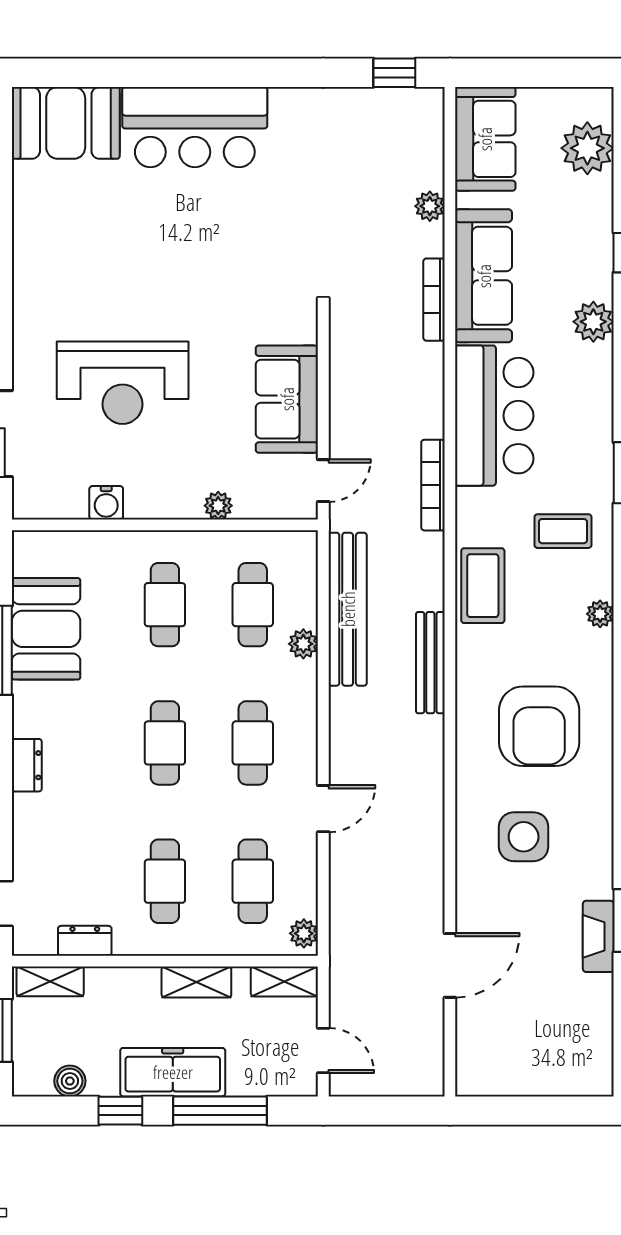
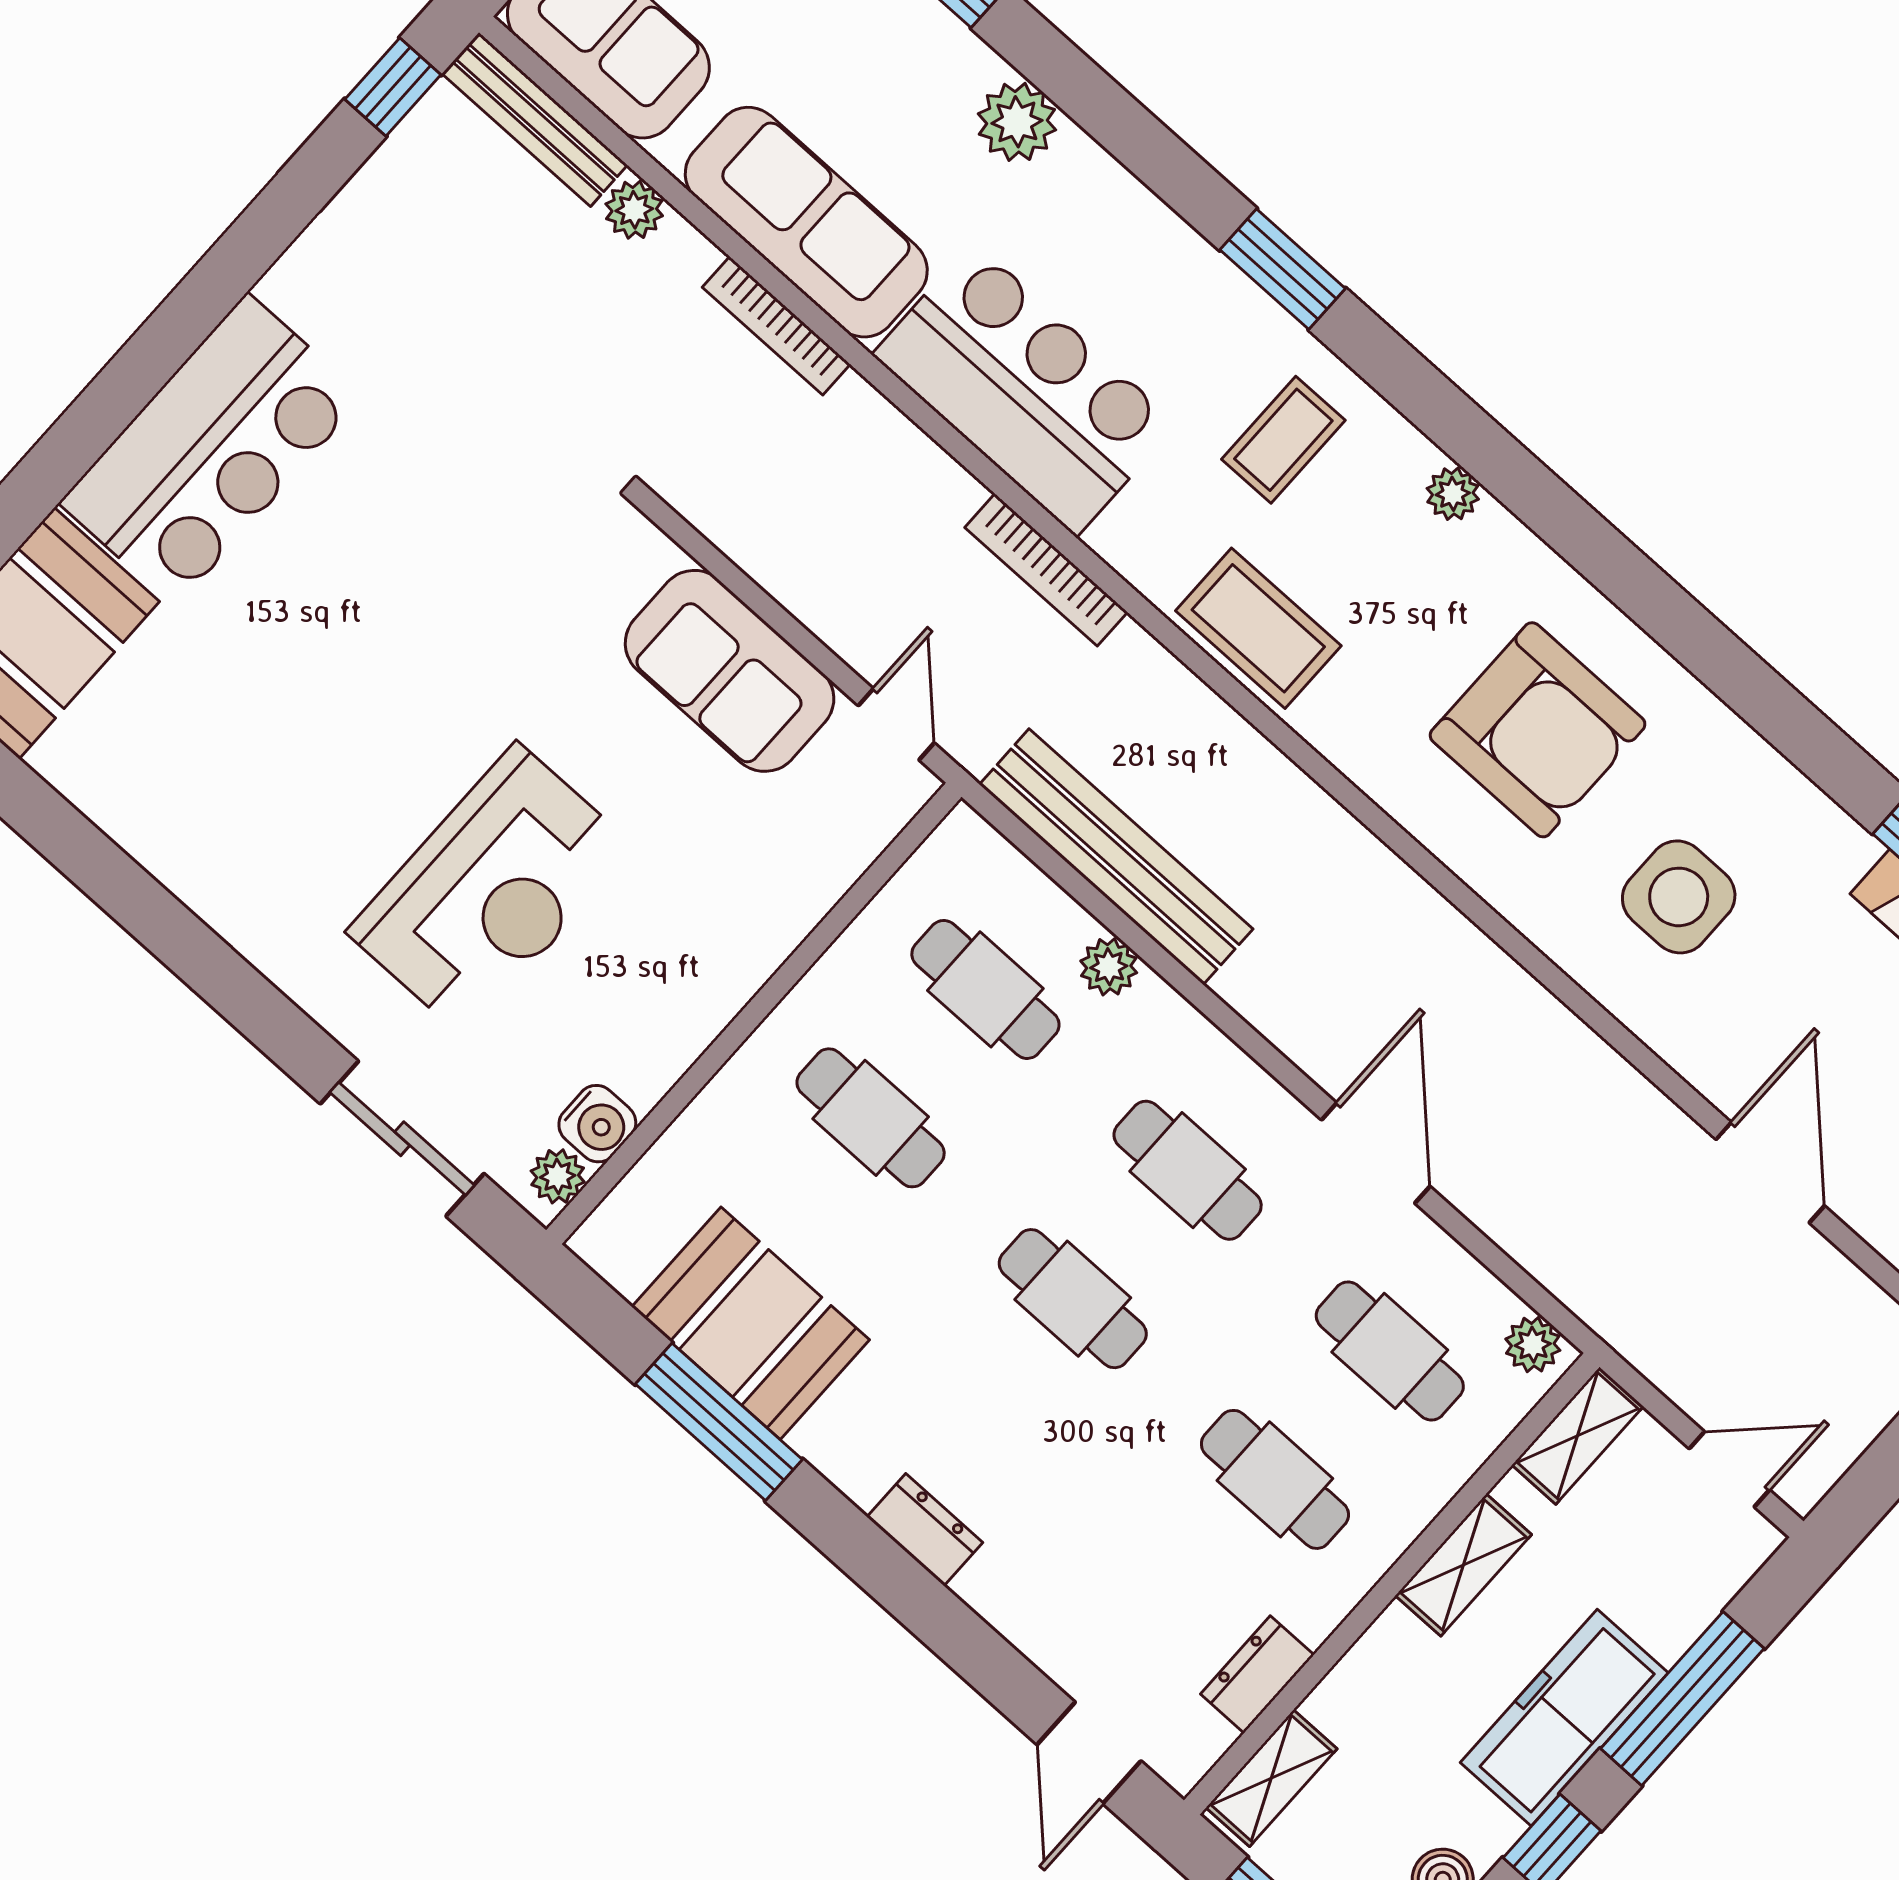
water cooler: (106, 503) -> (597, 1124), moved
plant: (218, 506) -> (558, 1176), moved
bench: (430, 663) -> (535, 119), moved
door: (323, 809) -> (1376, 1153), width x1.38

